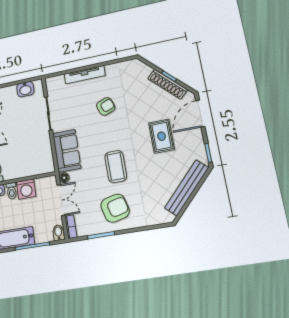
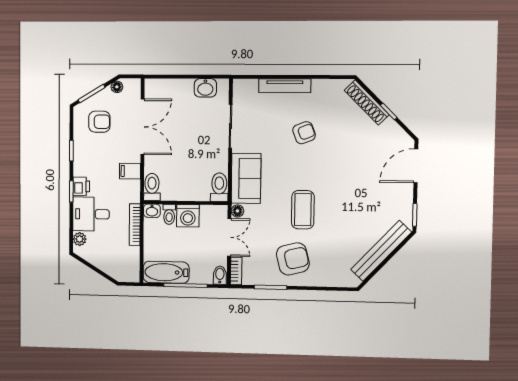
shoe rack: (167, 84) -> (367, 102), moved
rug: (162, 136) -> (365, 184), removed
toilet: (47, 162) -> (219, 187), added

